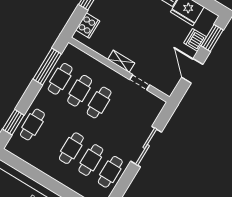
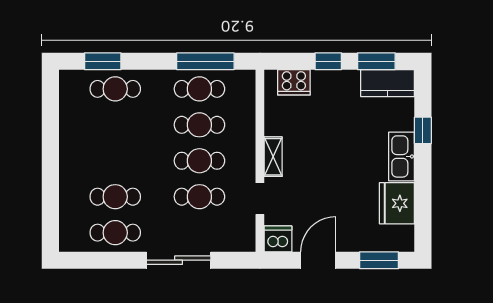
dishwasher: (195, 40) -> (278, 239), moved
cafe table: (71, 148) -> (199, 197), moved

